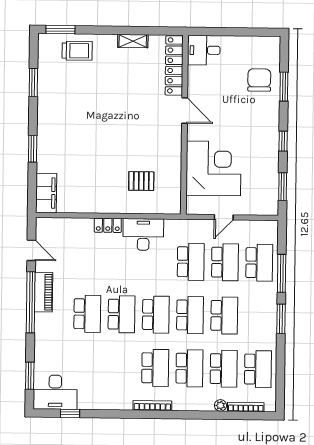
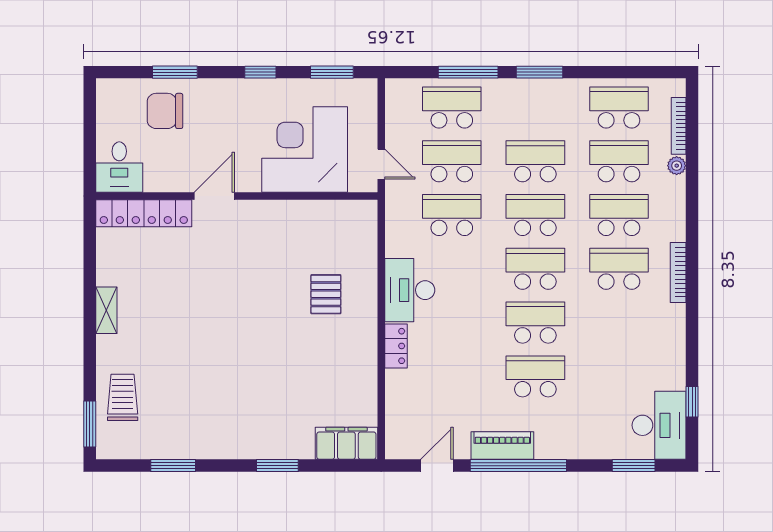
desk: (204, 50) -> (119, 167), moved
locker: (174, 65) -> (144, 213), moved
door: (185, 111) -> (214, 196), moved
wall: (184, 125) -> (237, 196), moved
corner desk: (213, 168) -> (305, 150), moved

